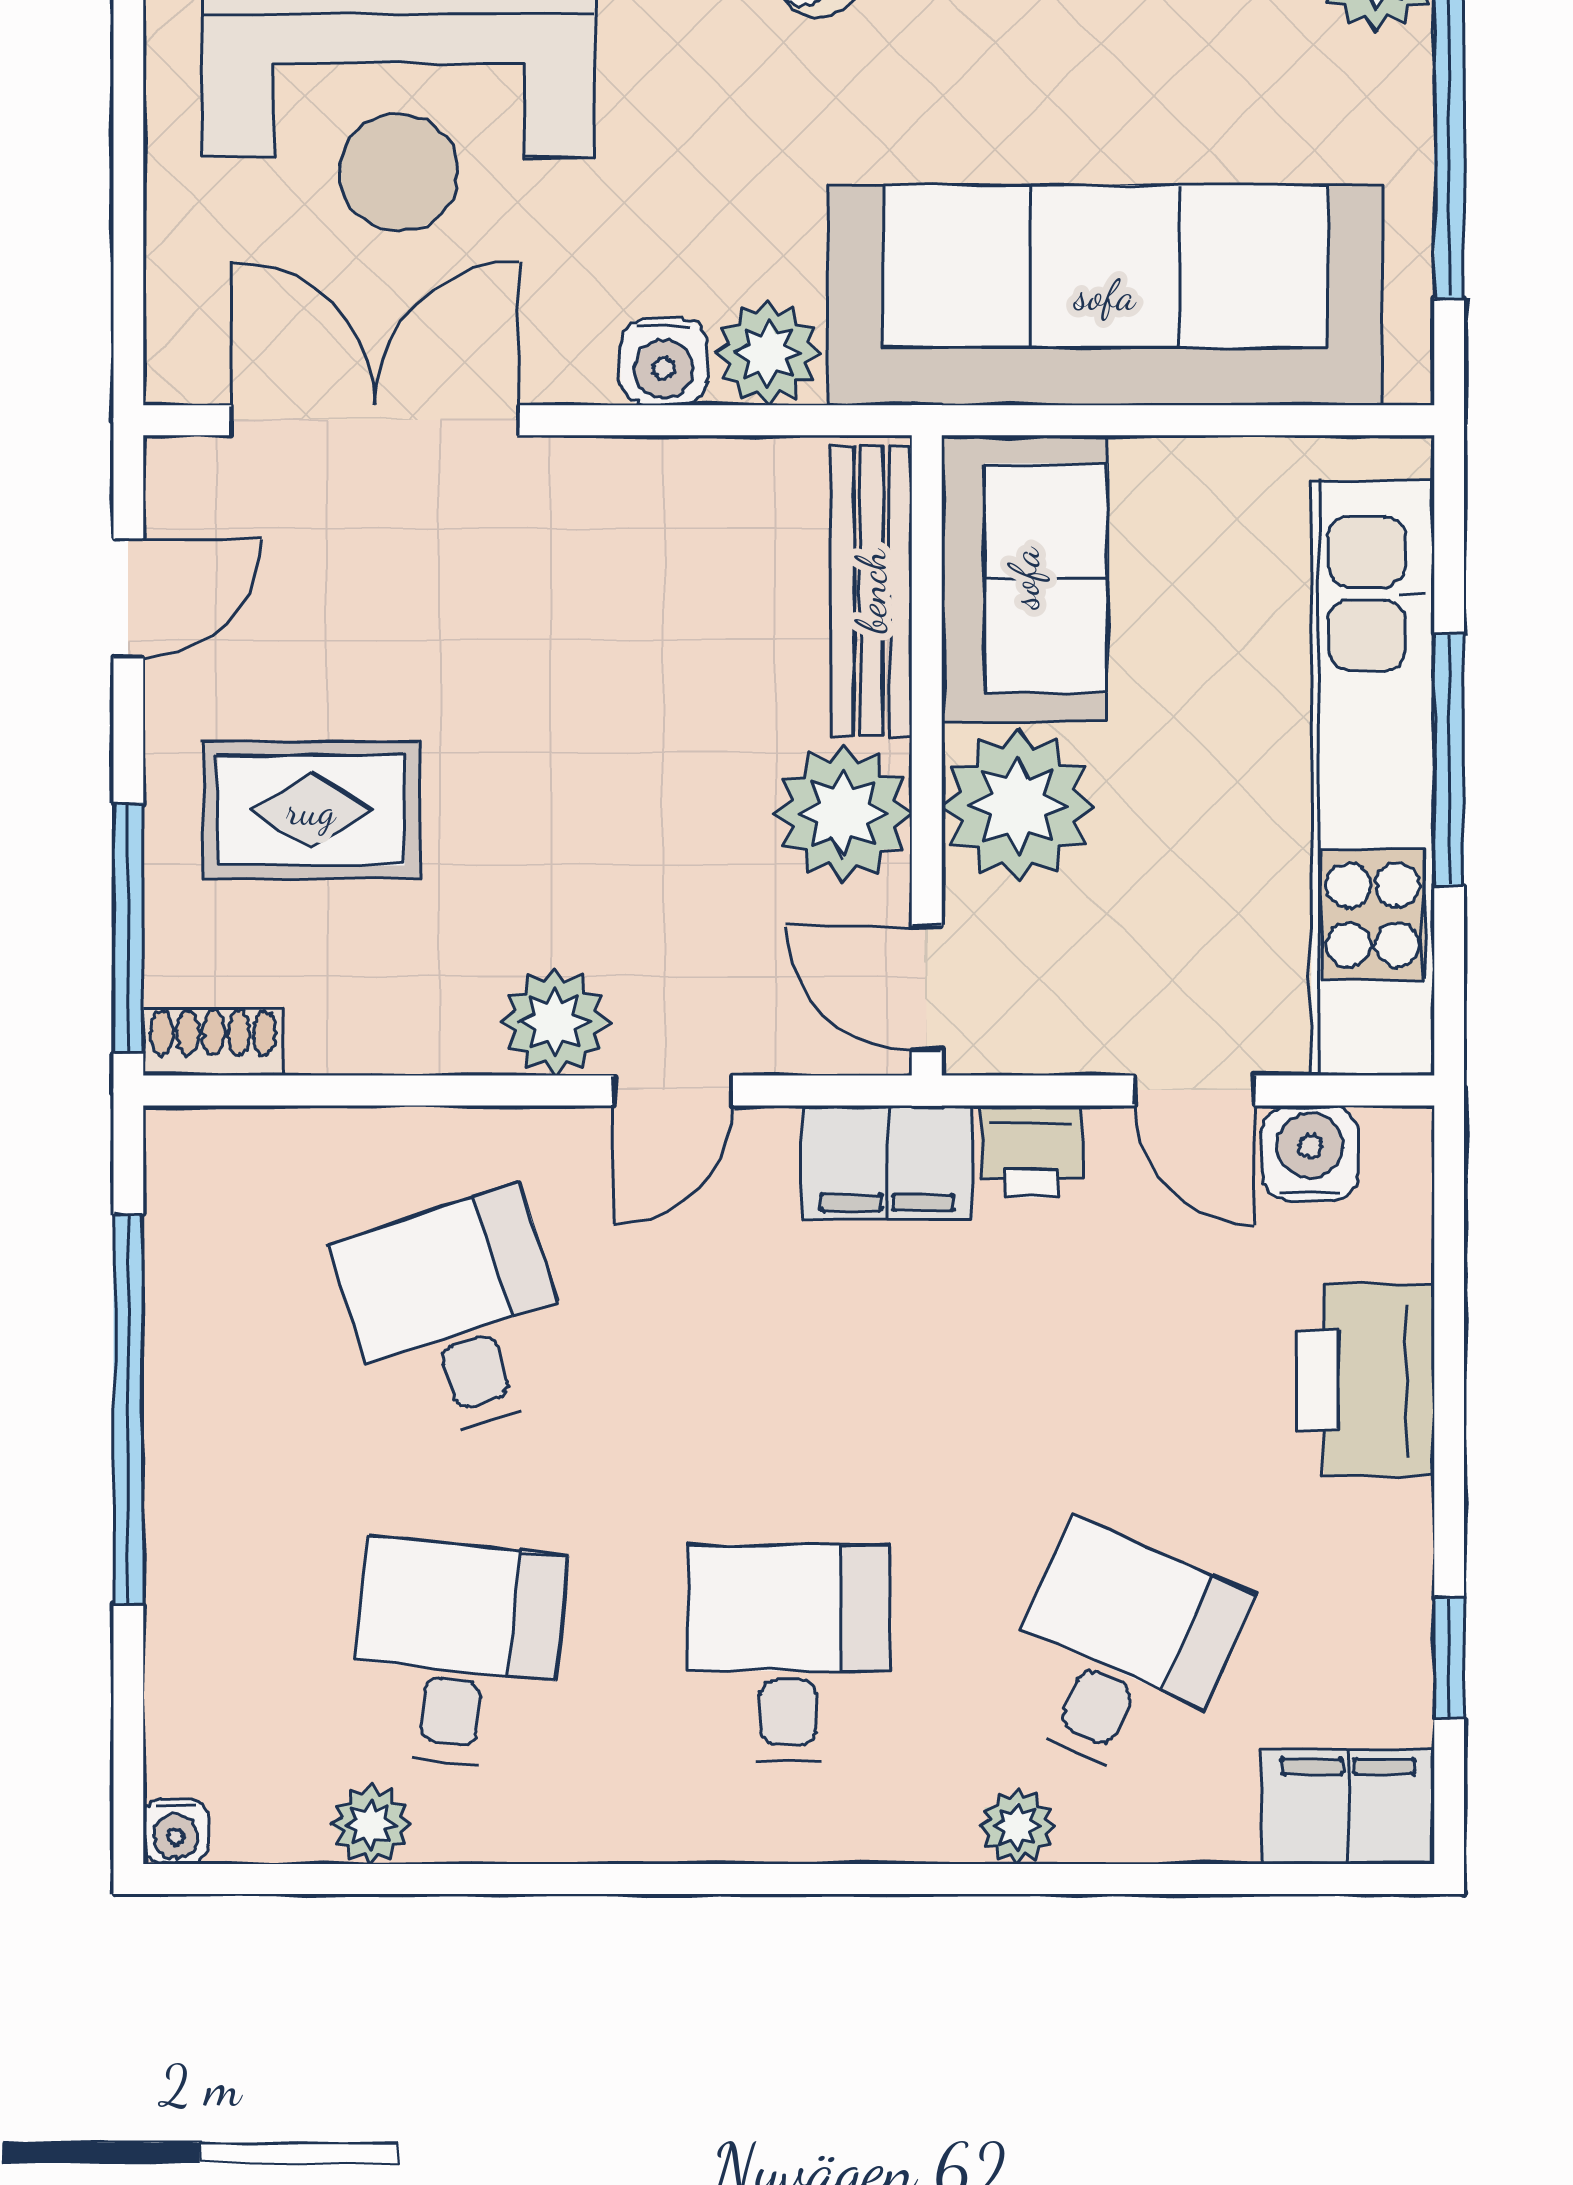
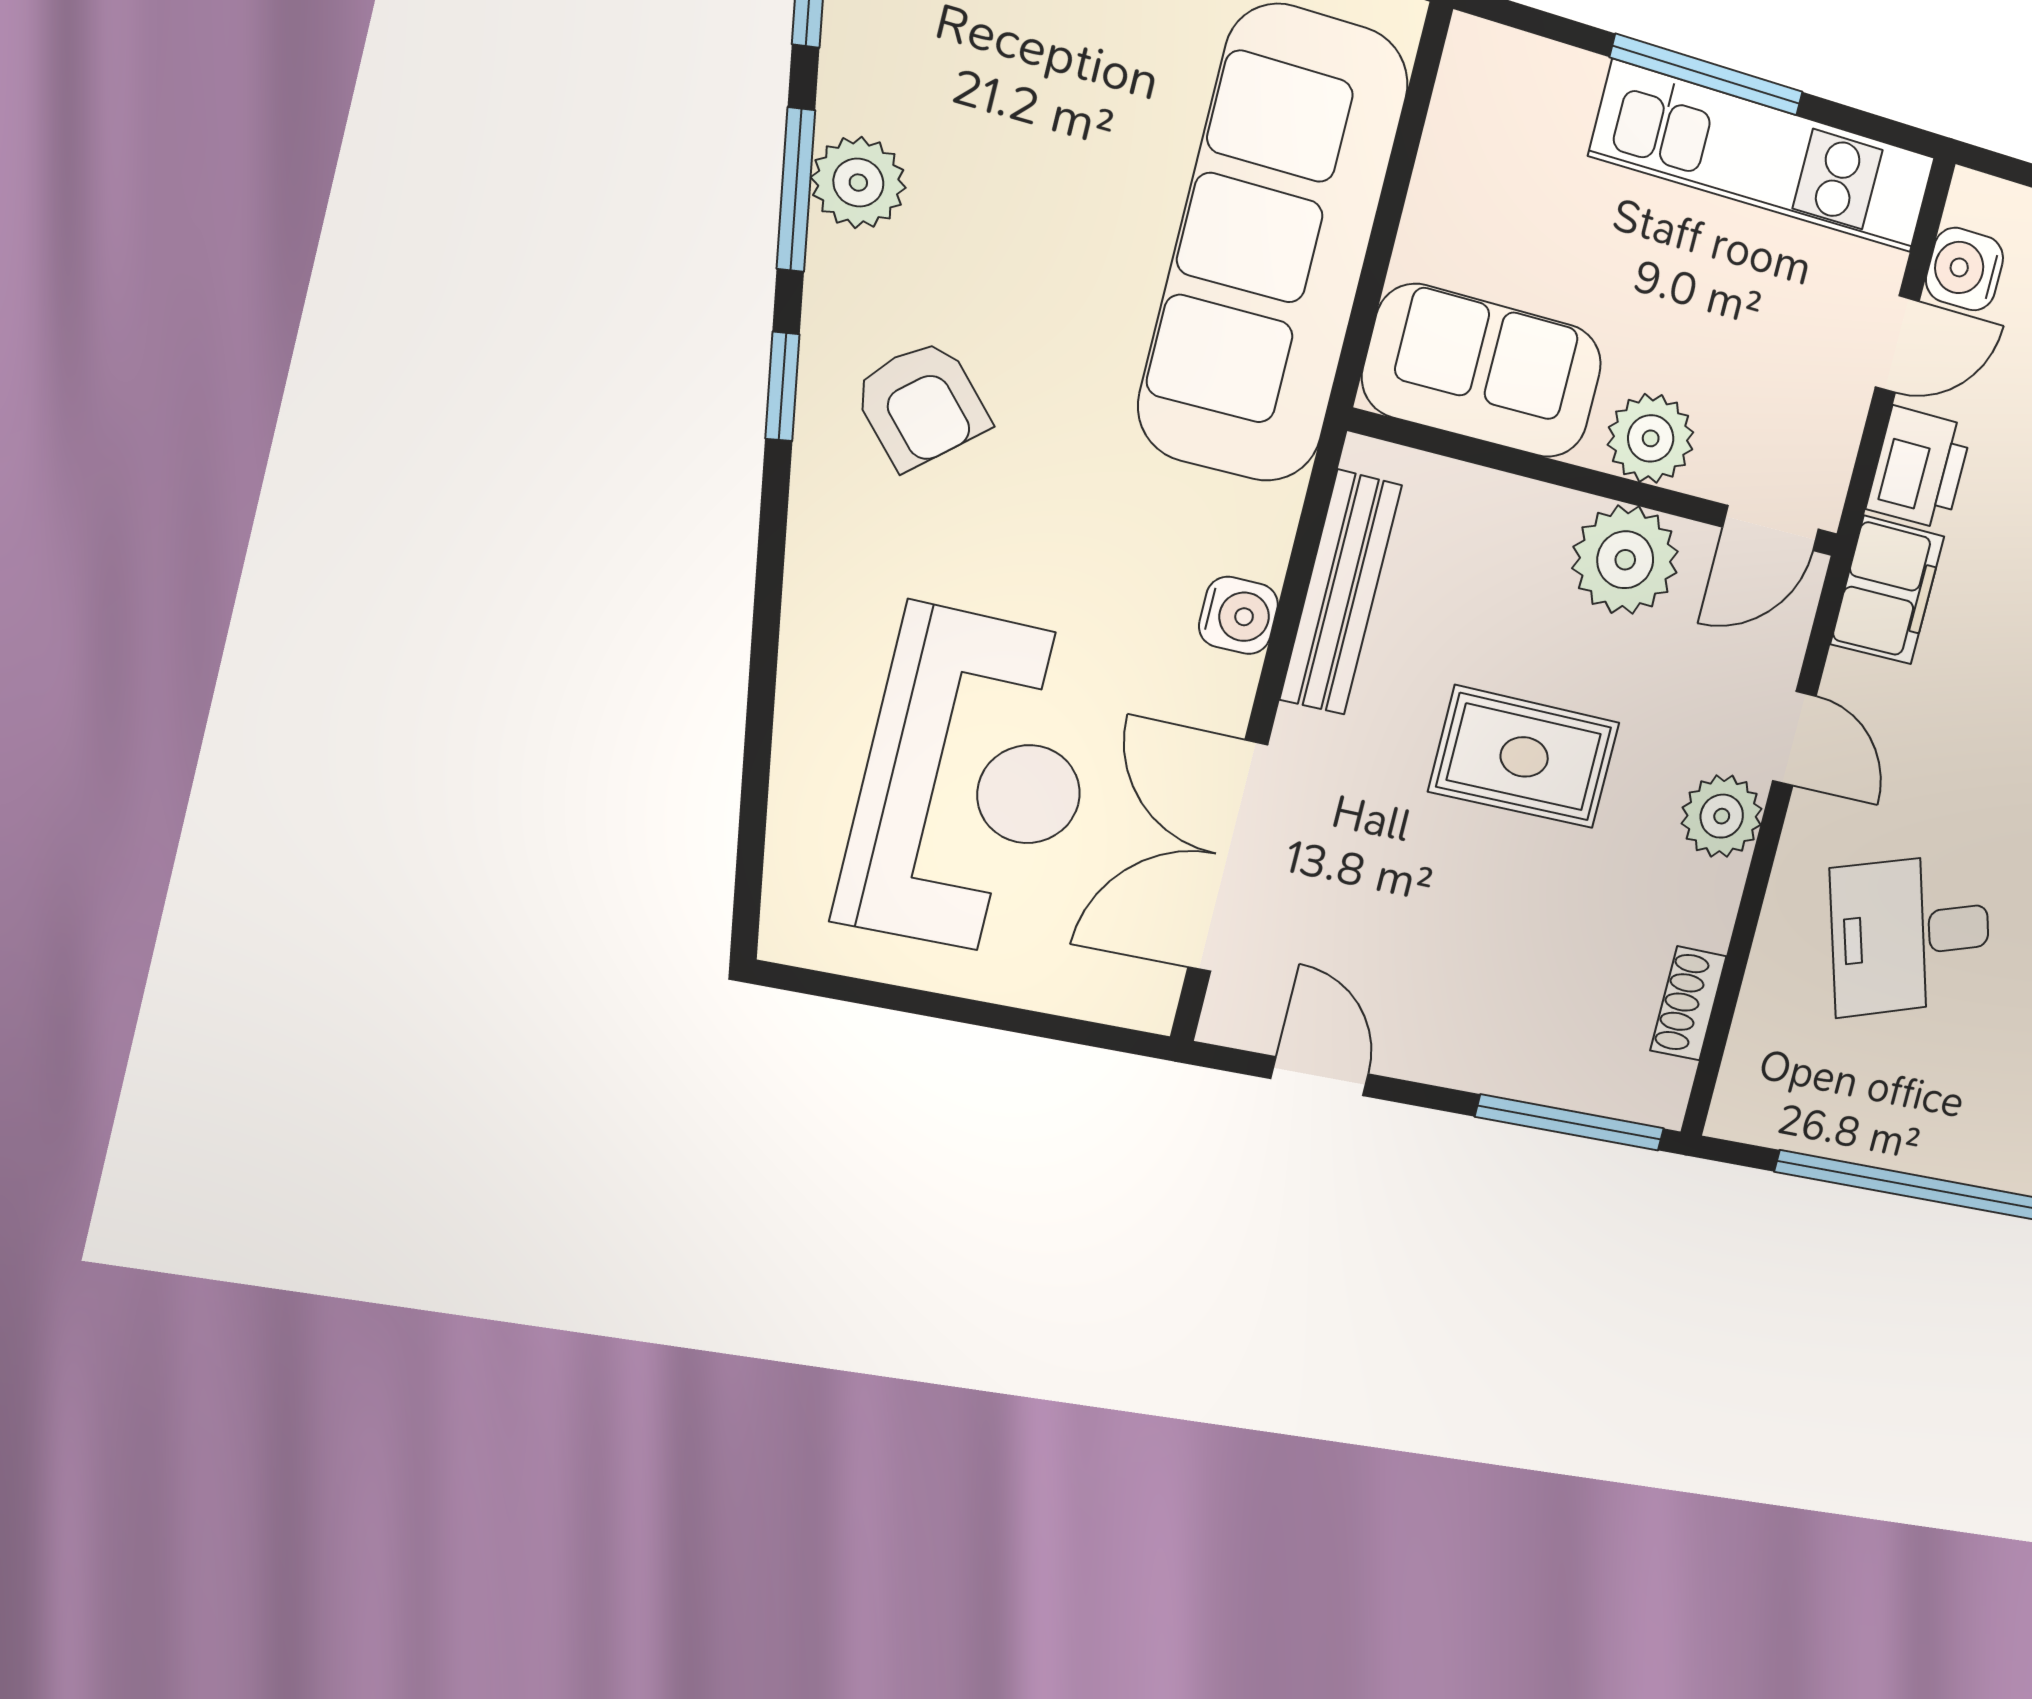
plant: (768, 353) -> (1252, 530), removed
bench: (871, 591) -> (1341, 592), moved, turned 90
kitchen unit: (1373, 778) -> (1764, 157), width x0.73
plant: (1018, 806) -> (1651, 438), width x0.73, depth x0.73
rug: (311, 810) -> (1524, 757), moved, turned 90
shoe rack: (213, 1042) -> (1688, 1003), moved
printer: (1031, 1151) -> (1919, 468), width x1.36, depth x1.24

